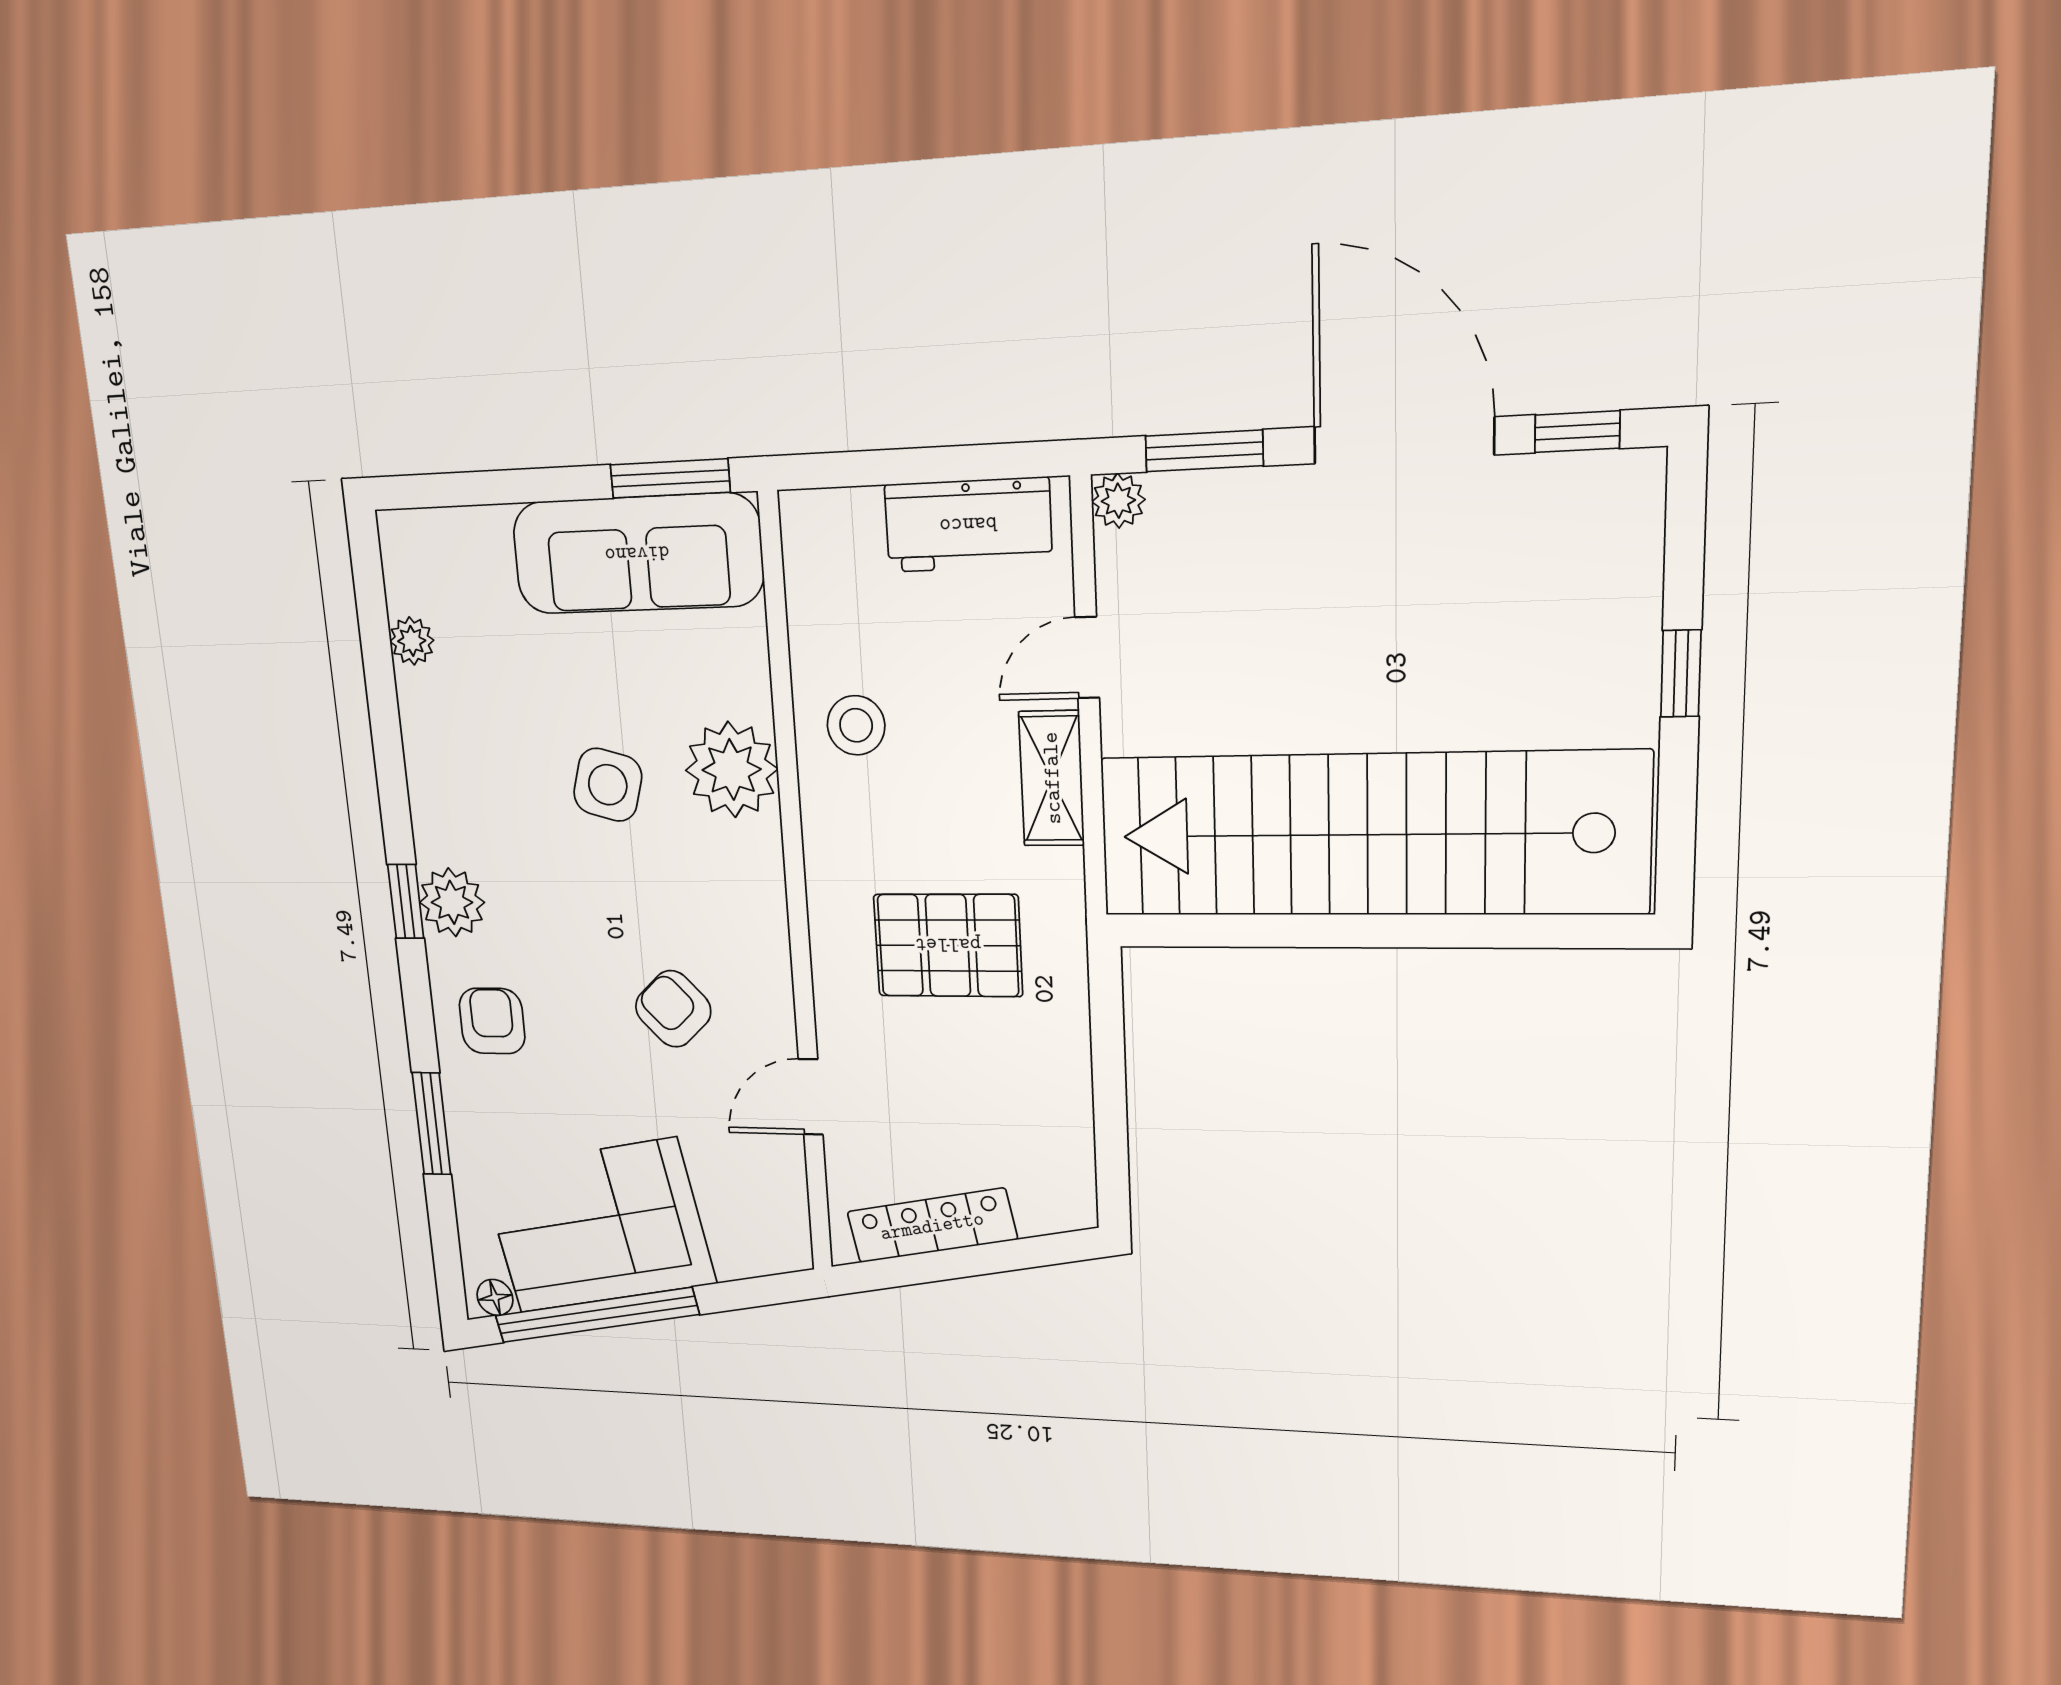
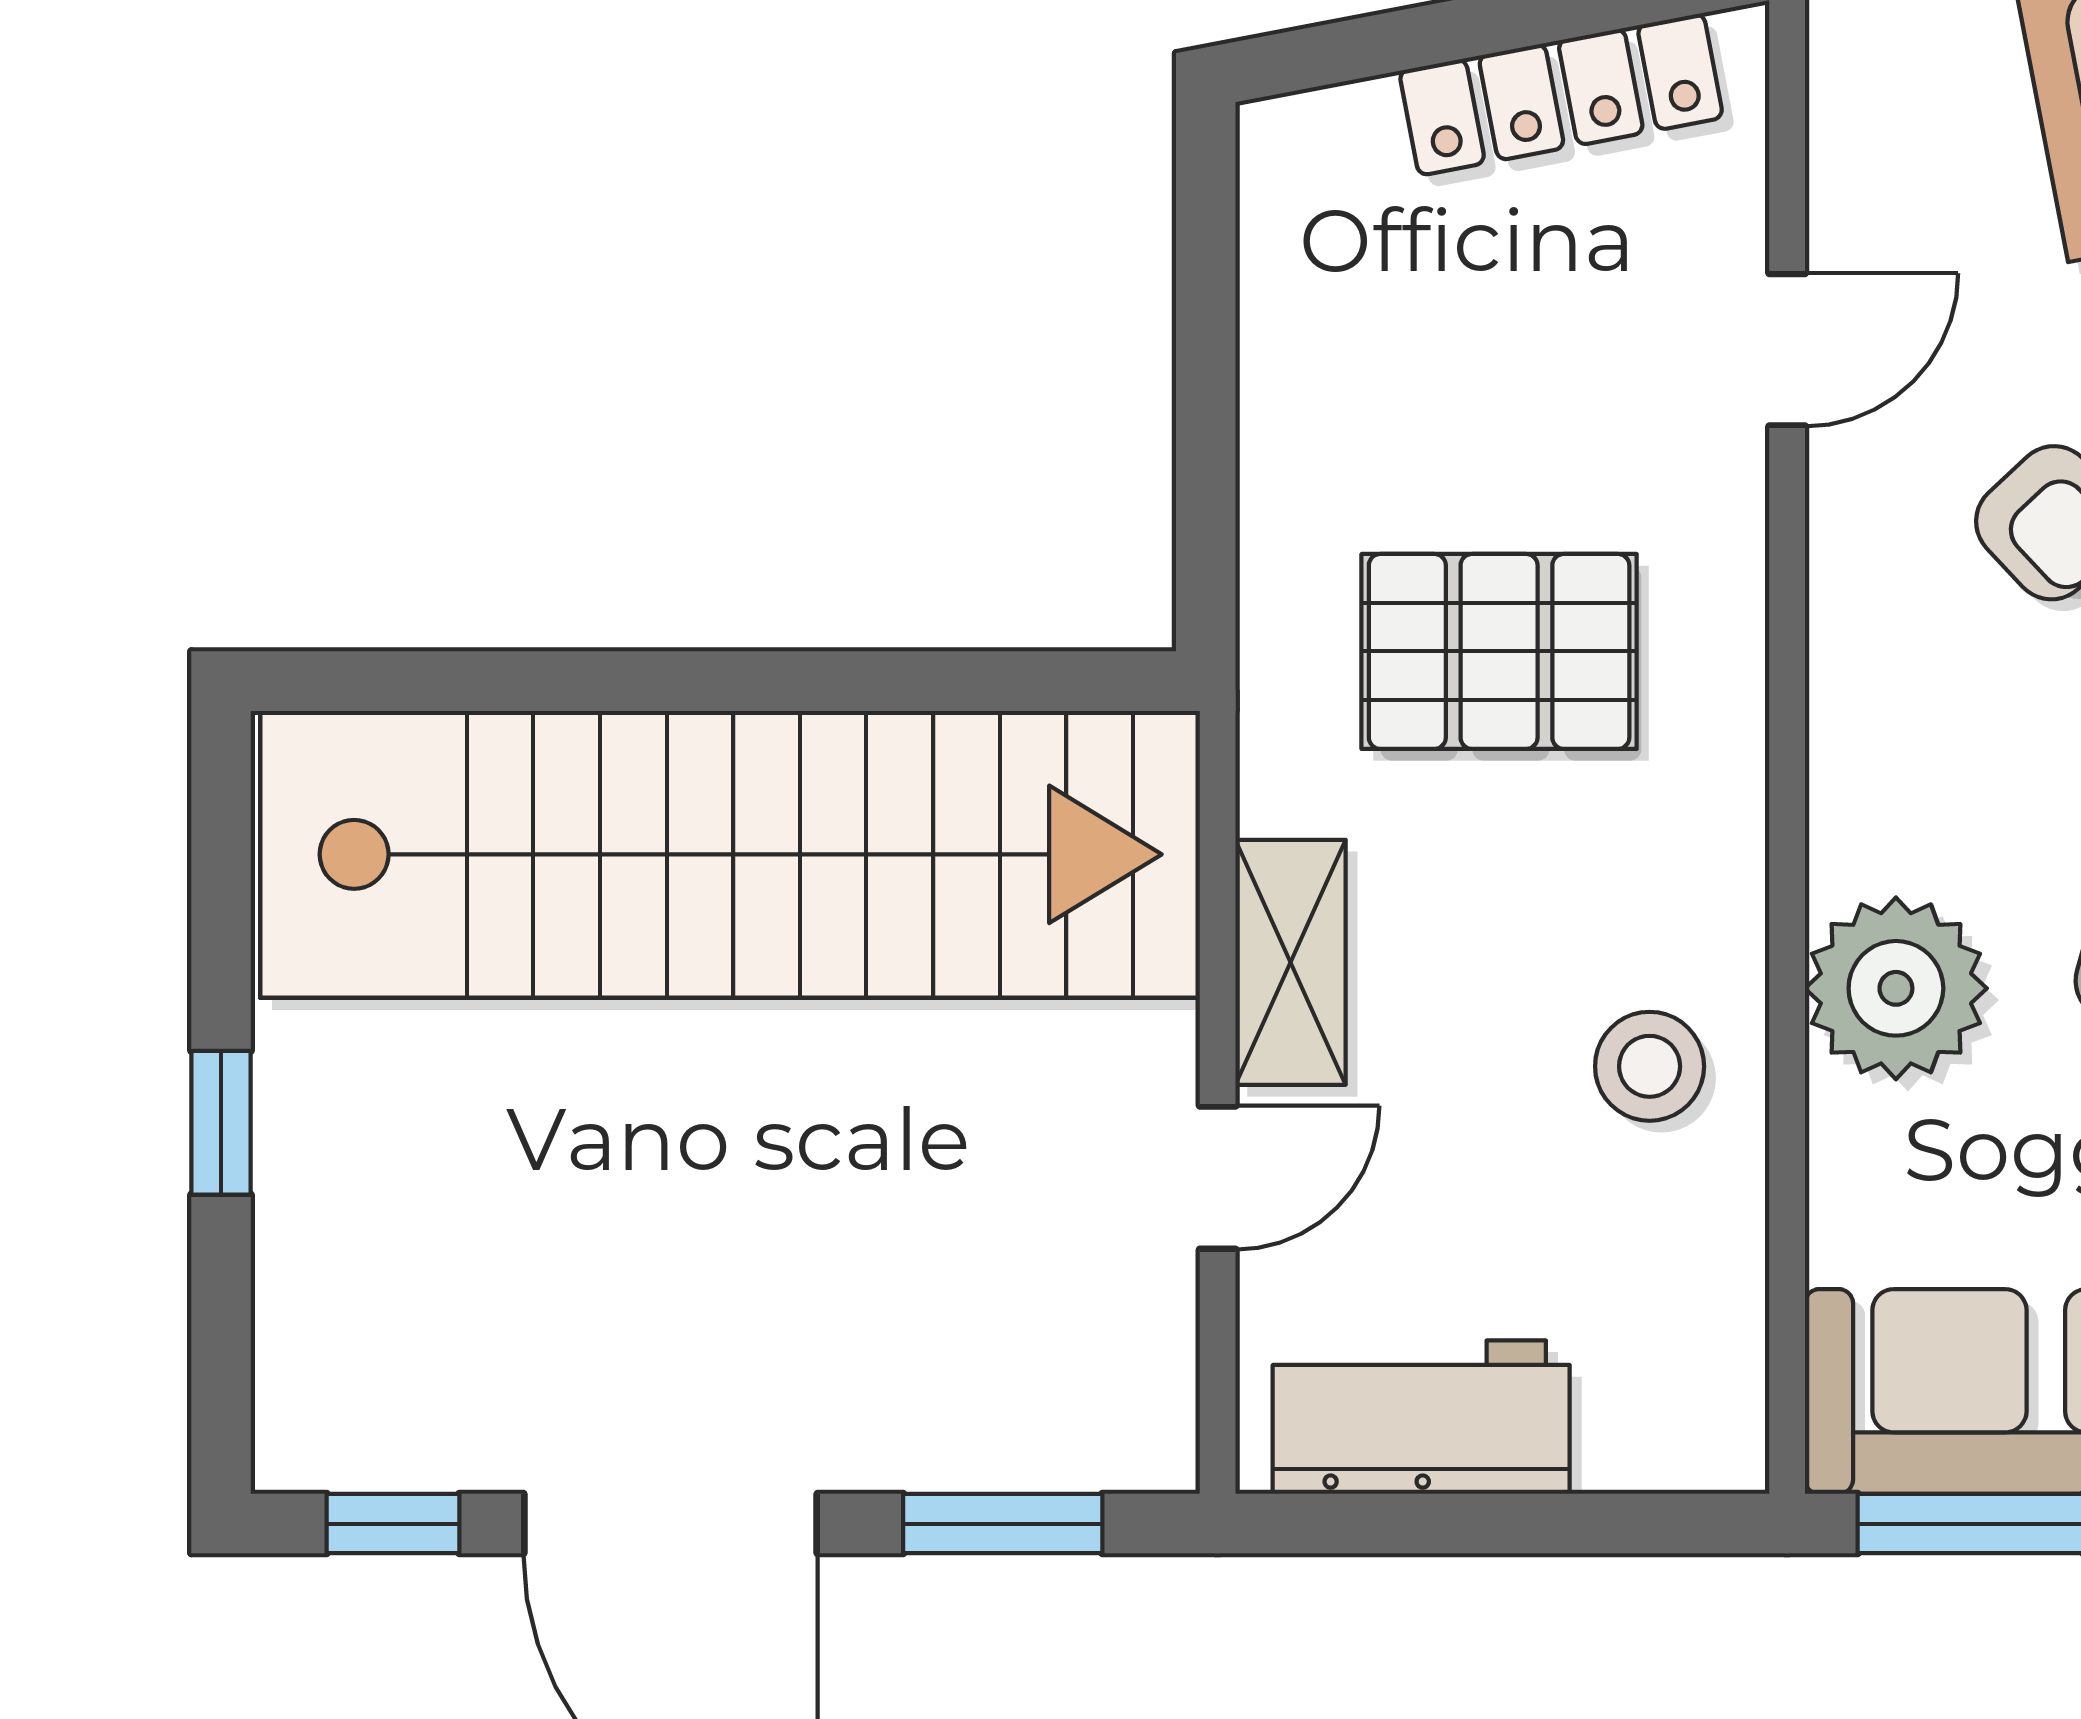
plant: (1118, 501) -> (1153, 1447), removed

